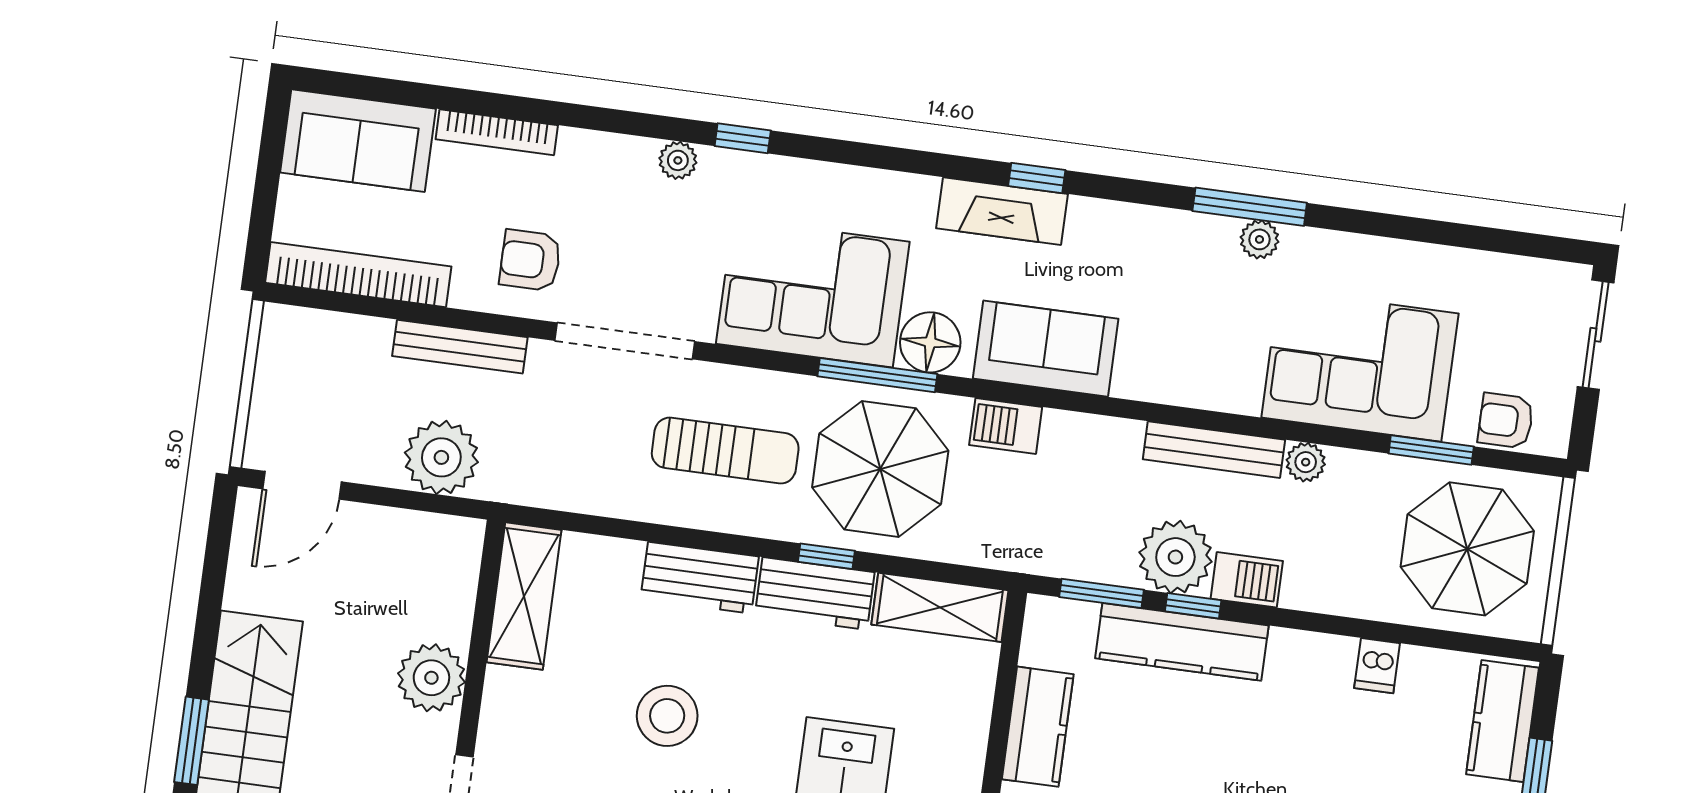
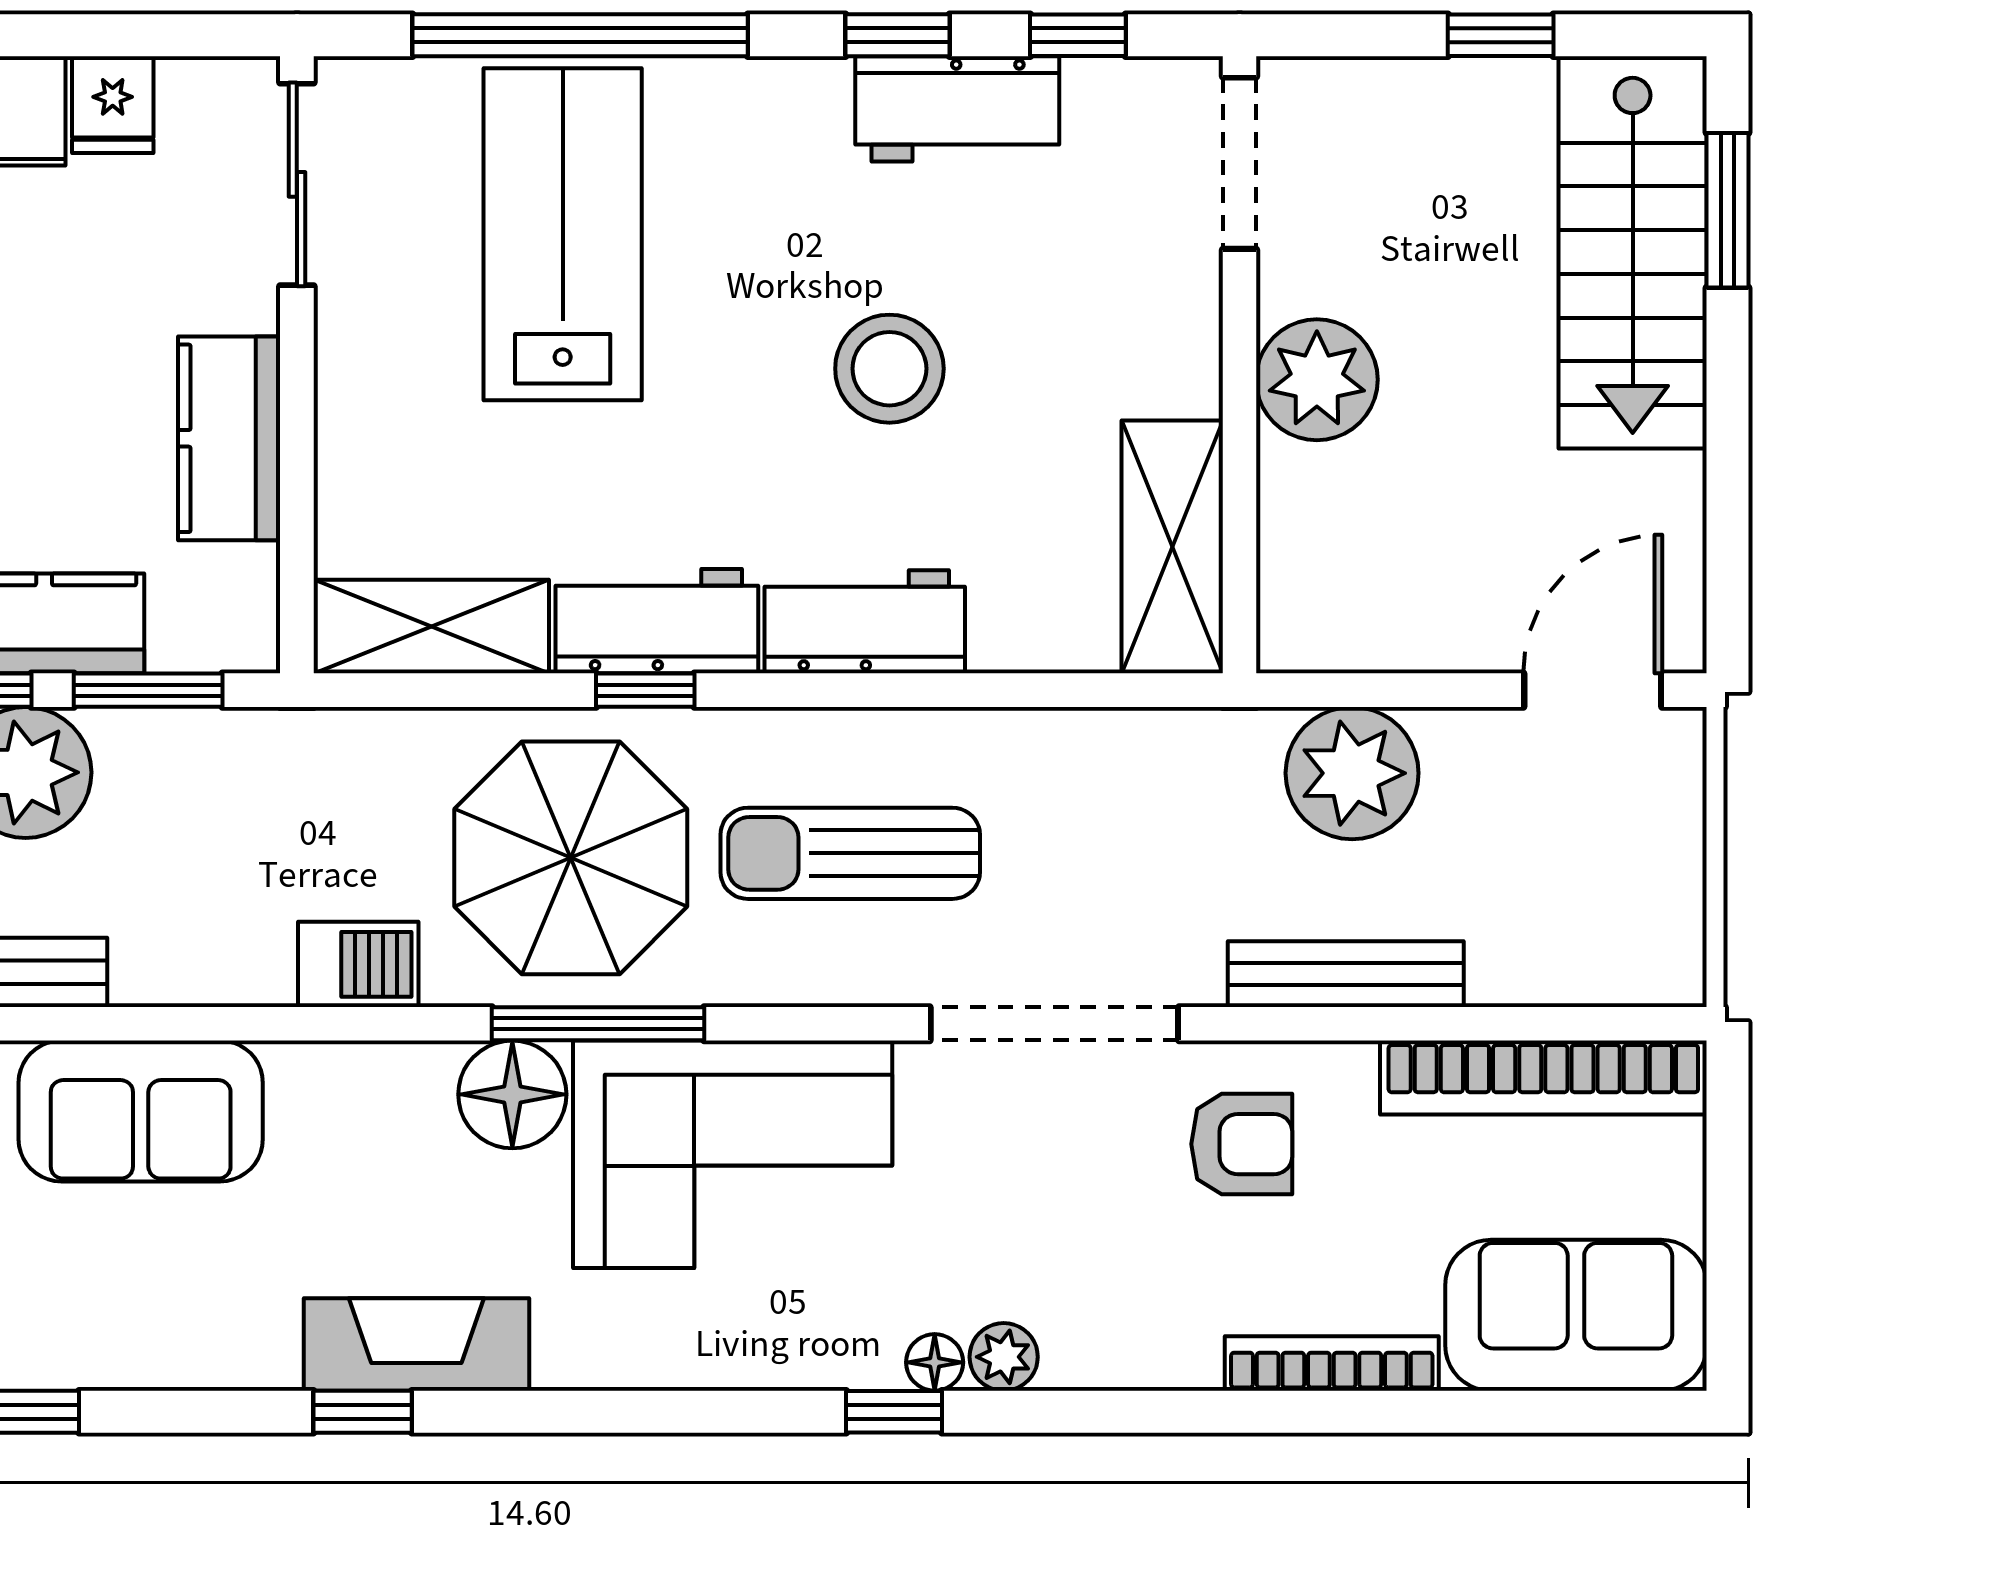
floor lamp: (717, 162) -> (935, 1362), added
sofa: (1046, 349) -> (141, 1111), moved

